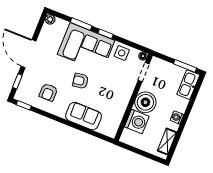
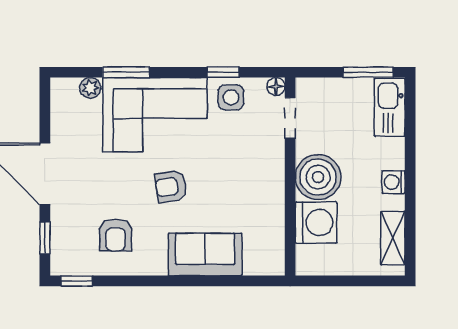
plant: (50, 19) -> (90, 88), moved
window: (106, 34) -> (223, 72), moved

